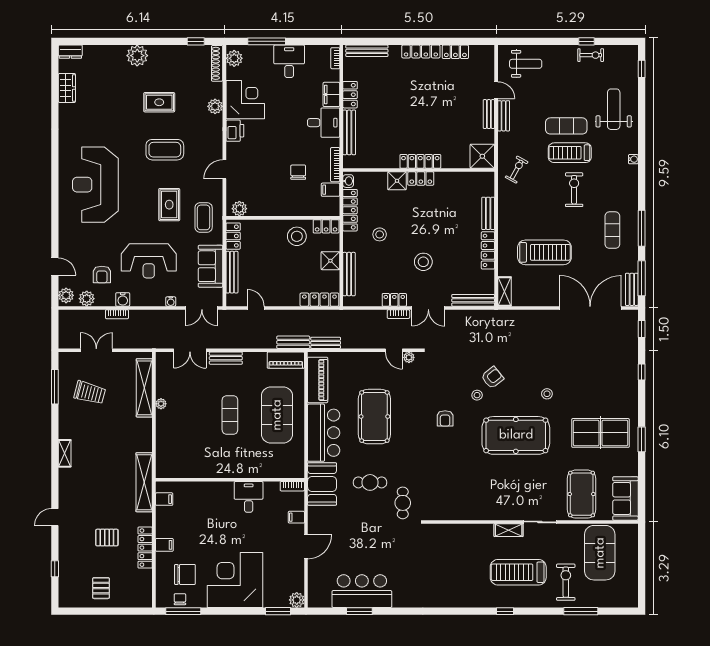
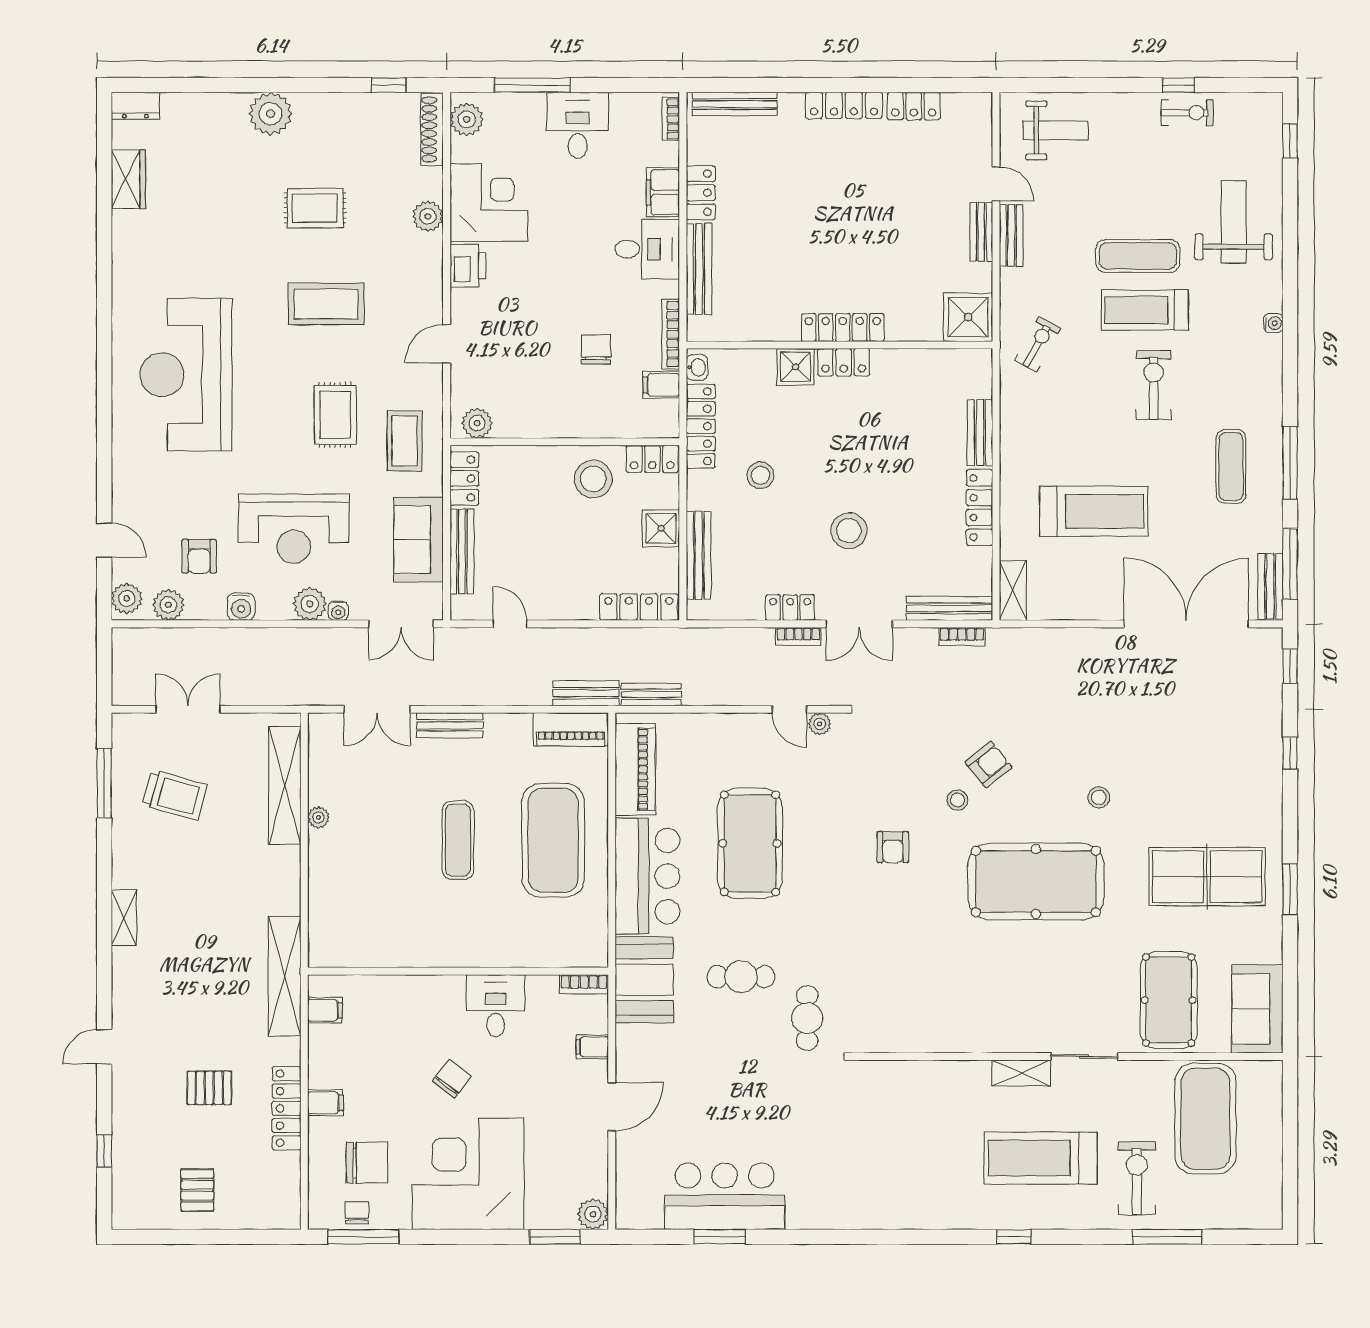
plant: (157, 298) -> (310, 604), added
bookcase: (117, 314) -> (962, 637), moved
chair: (227, 533) -> (452, 1079), added

